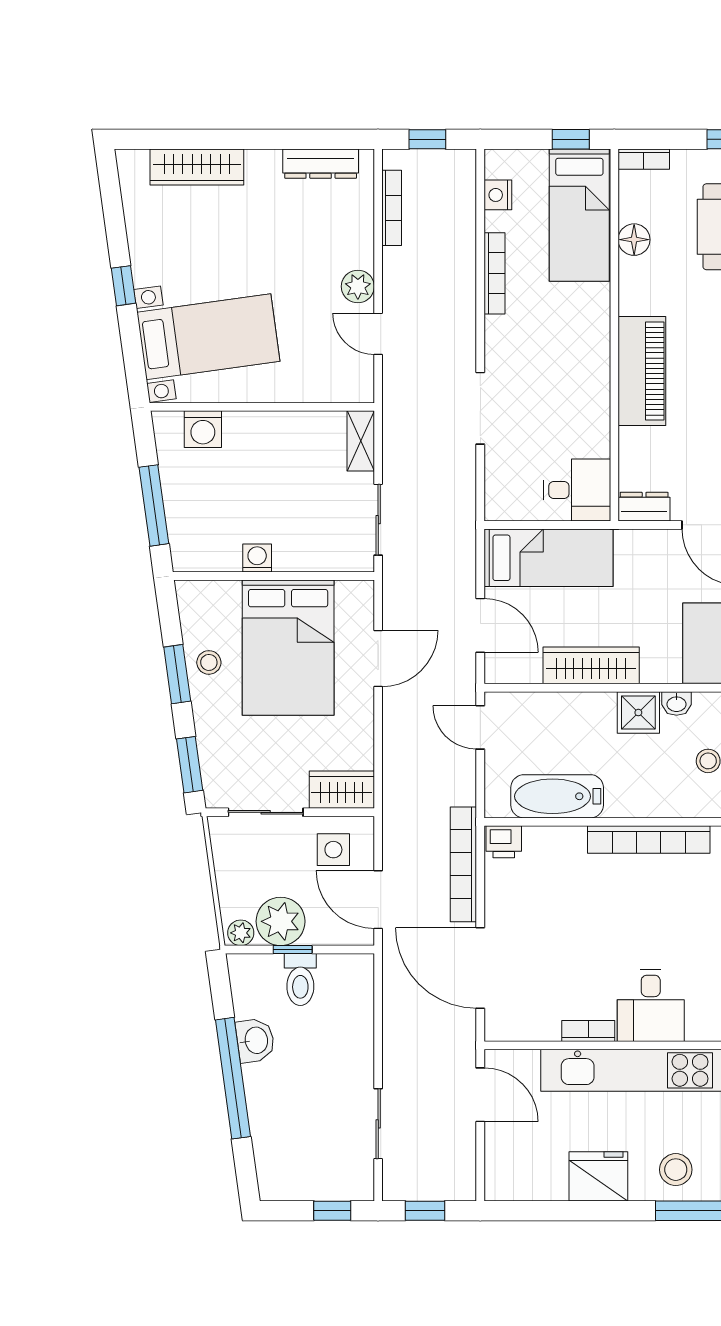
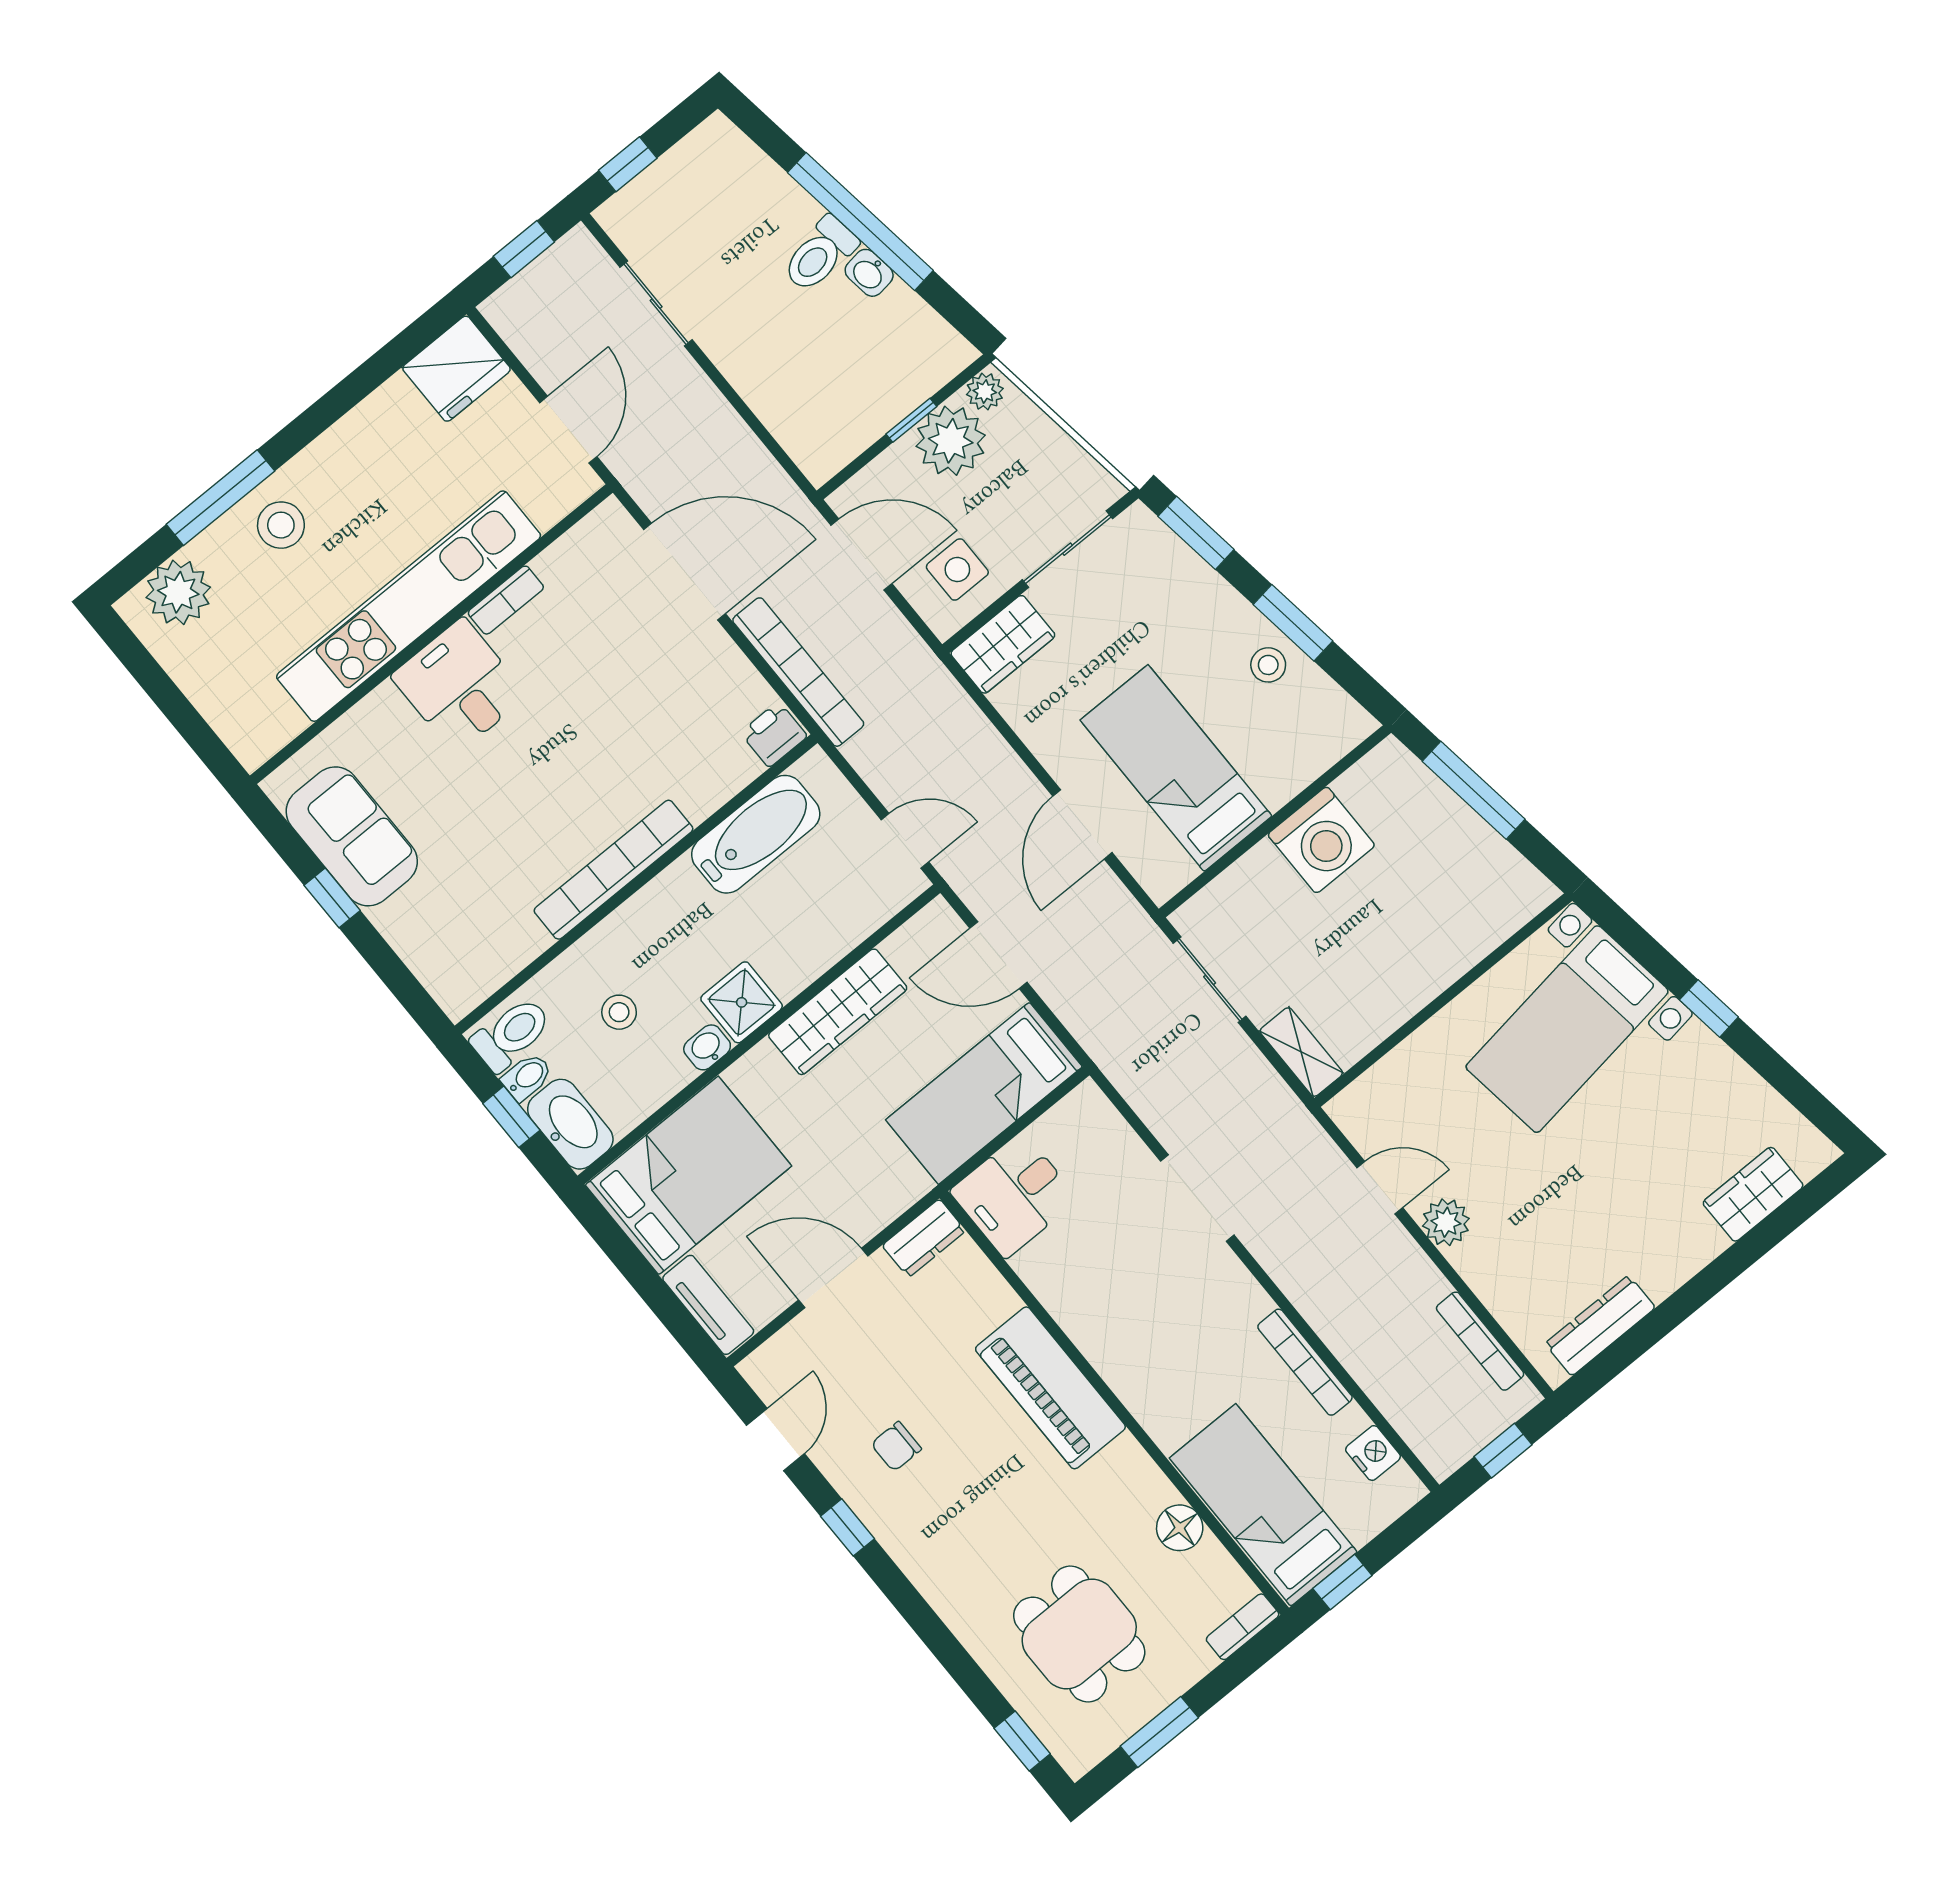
wardrobe: (197, 167) -> (1753, 1194), width x0.67
washing machine: (203, 429) -> (1489, 921), removed
washing machine: (257, 558) -> (1321, 840), width x1.89, depth x1.89
bed: (288, 648) -> (1176, 768), width x0.67
toilet: (300, 980) -> (820, 254), moved, turned -98
washbasin: (255, 1040) -> (869, 273), width x0.72, depth x0.69
door: (480, 1095) -> (568, 430), swing flipped
fridge: (598, 1176) -> (457, 369), moved

